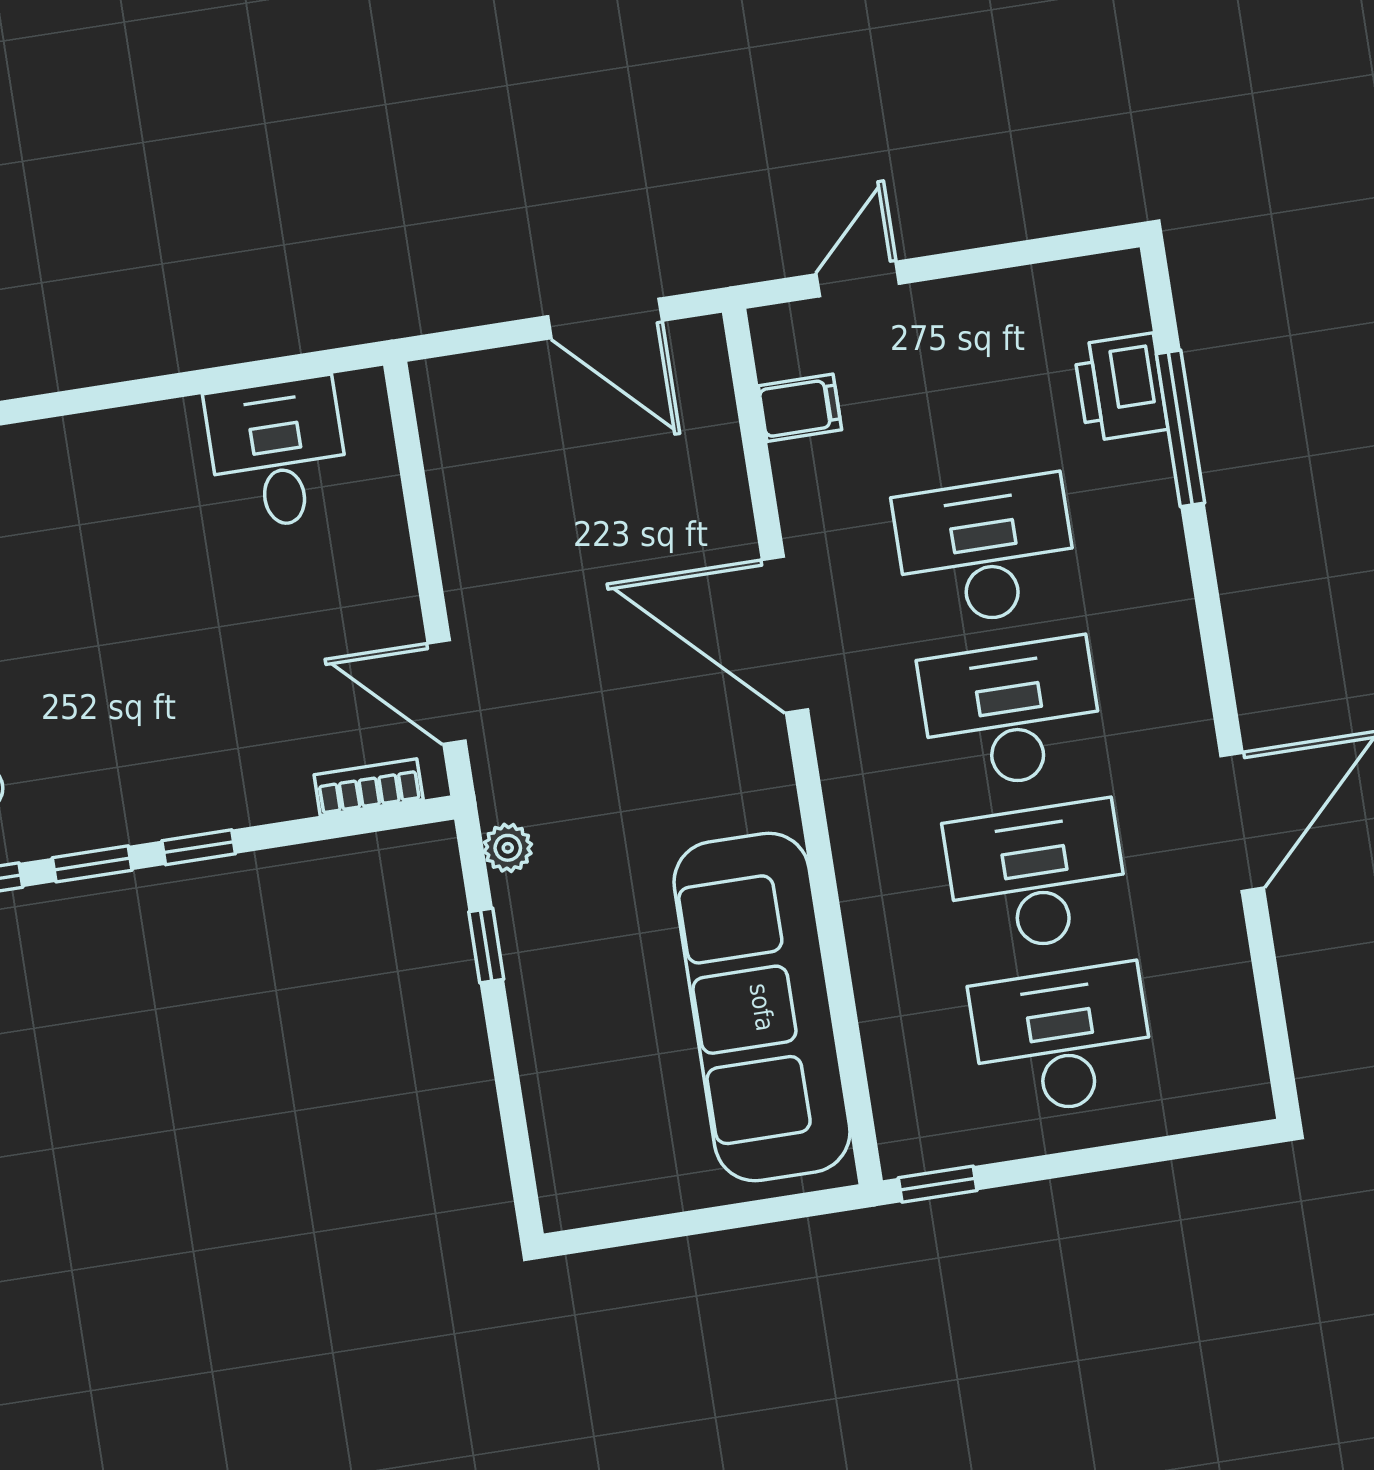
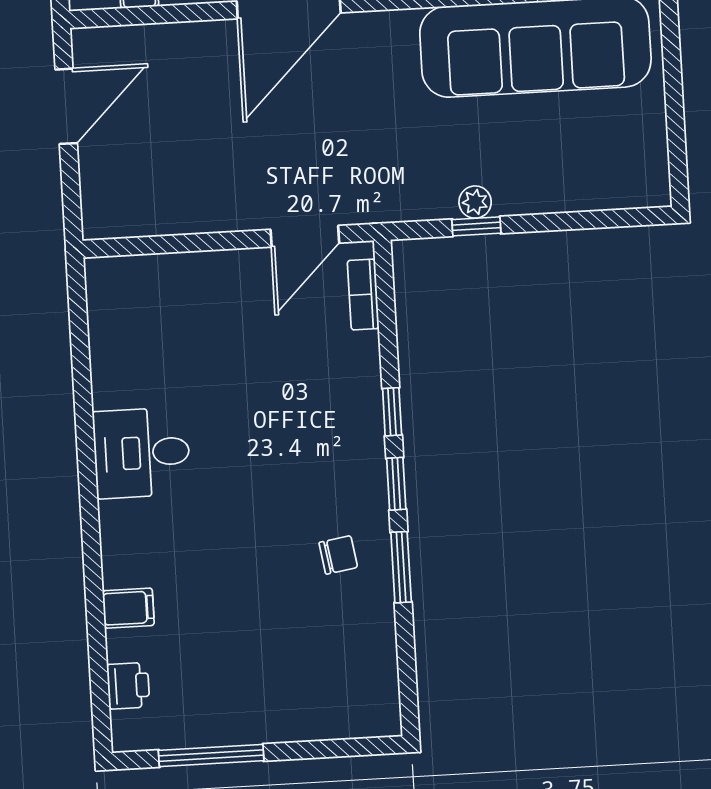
desk: (278, 453) -> (142, 453), moved
plant: (508, 848) -> (475, 202), moved

